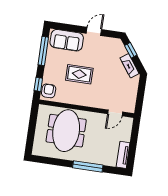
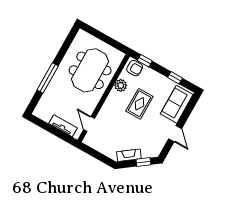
window: (43, 51) -> (175, 78), width x0.46
plant: (69, 98) -> (121, 85), added
meeting table: (66, 131) -> (90, 70), turned 90
tv unit: (123, 155) -> (63, 126), moved

